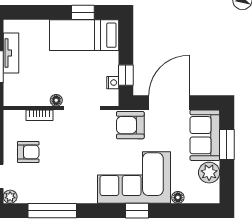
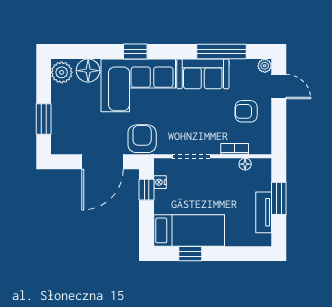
floor lamp: (56, 100) -> (245, 164), moved
armchair: (130, 125) -> (142, 139), turned -90
sofa: (205, 135) -> (203, 74), moved, turned 90
plant: (209, 173) -> (62, 72), moved
floor lamp: (178, 197) -> (88, 71), width x1.89, depth x1.89

